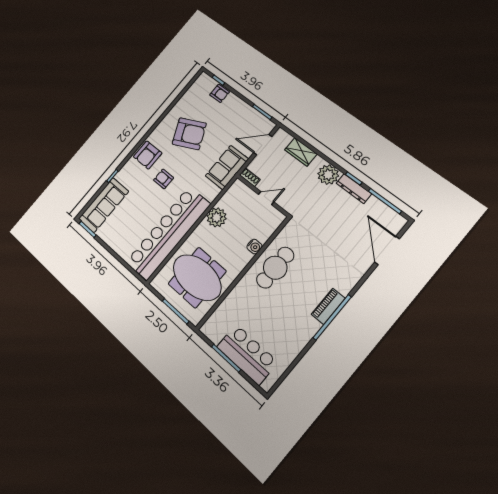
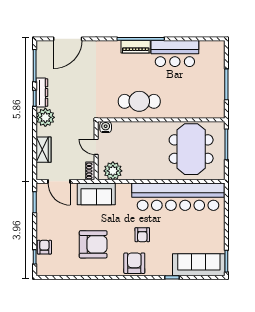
armchair: (189, 134) -> (93, 244), turned 115
armchair: (148, 155) -> (134, 263), turned -90
plant: (217, 217) -> (113, 171), moved
water cooler: (254, 247) -> (106, 127), moved
bar counter: (247, 354) -> (175, 53), moved, turned -90

